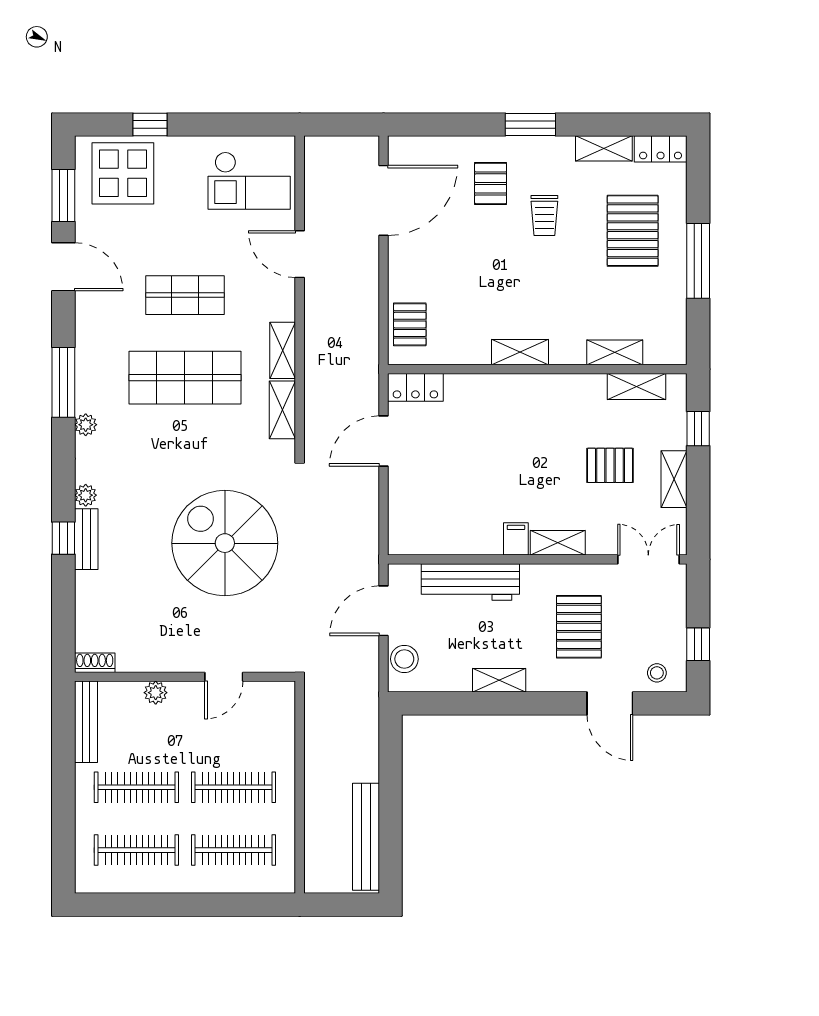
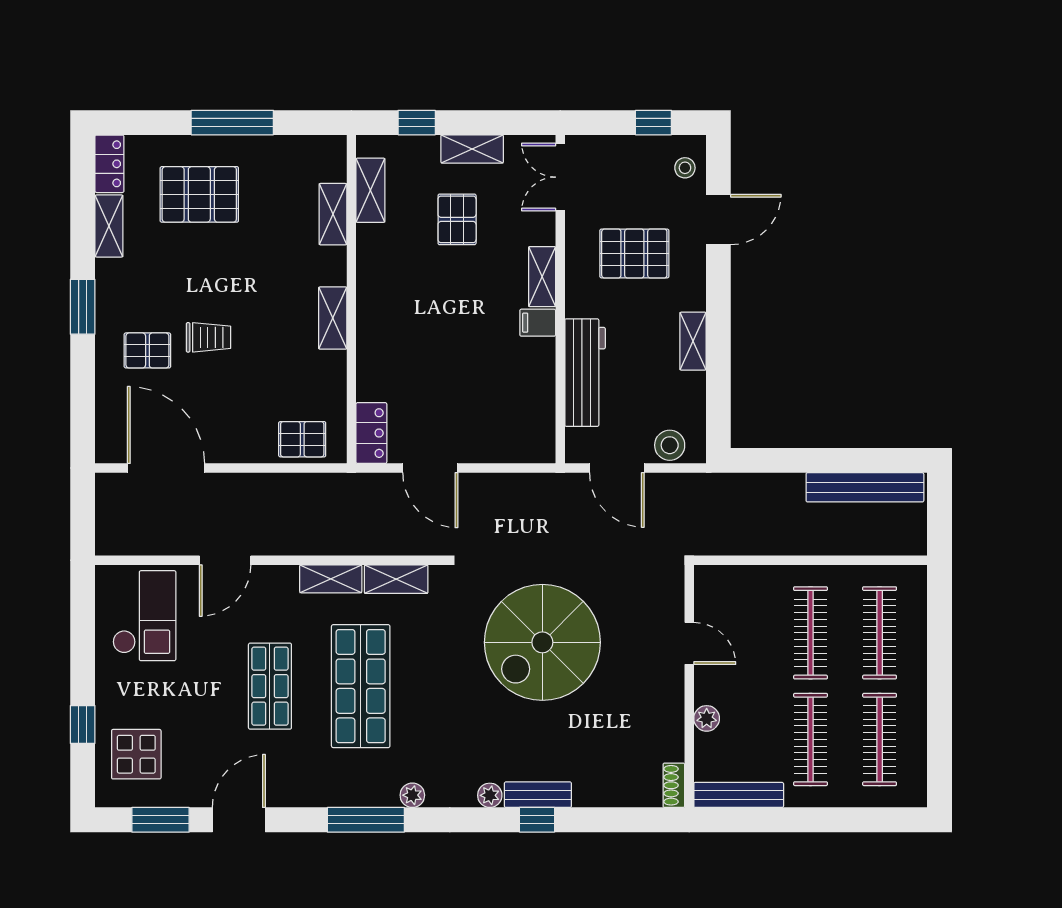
display table: (123, 173) -> (136, 754), width x0.73, depth x0.73
trolley: (544, 216) -> (208, 337), moved

